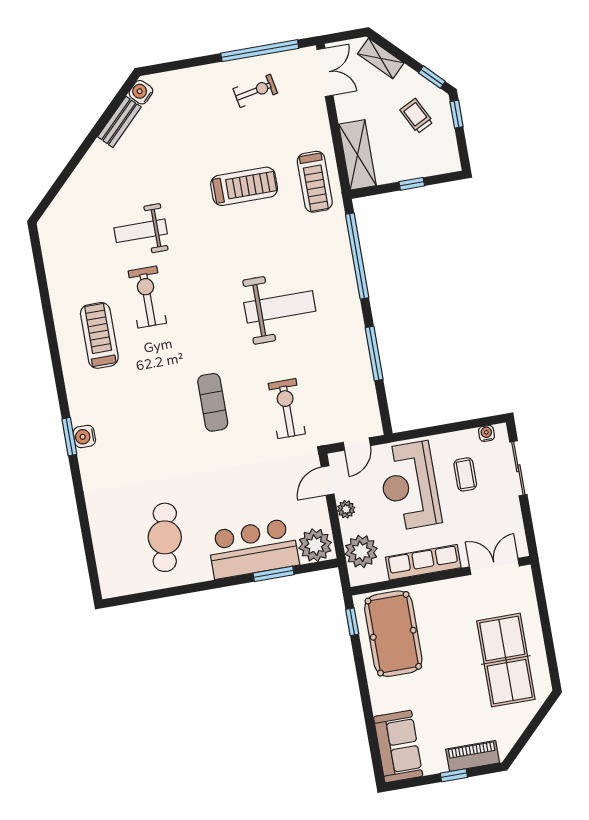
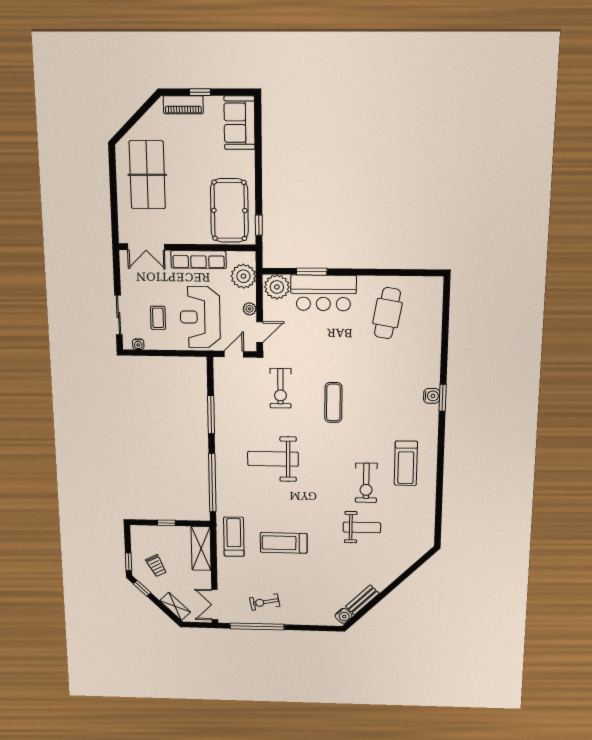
reception desk: (409, 486) -> (200, 317), turned 180

